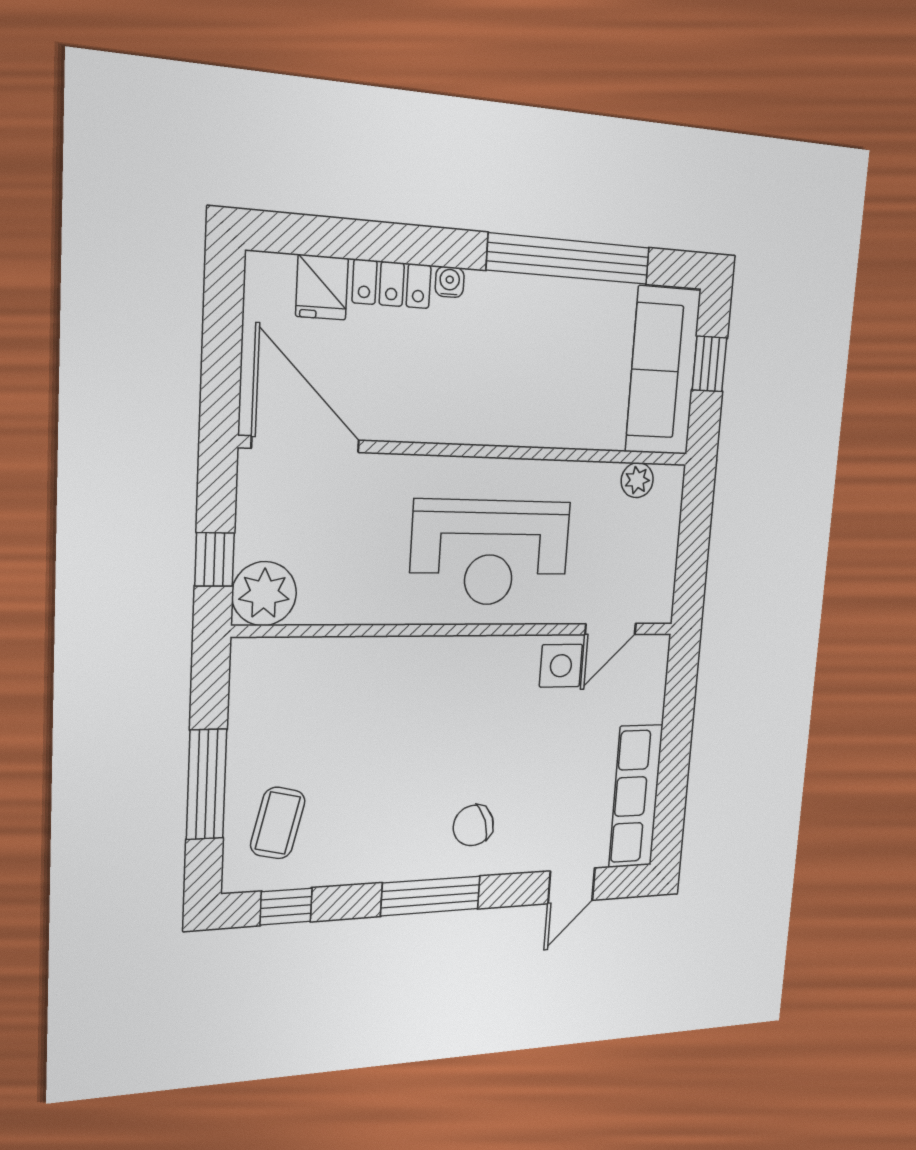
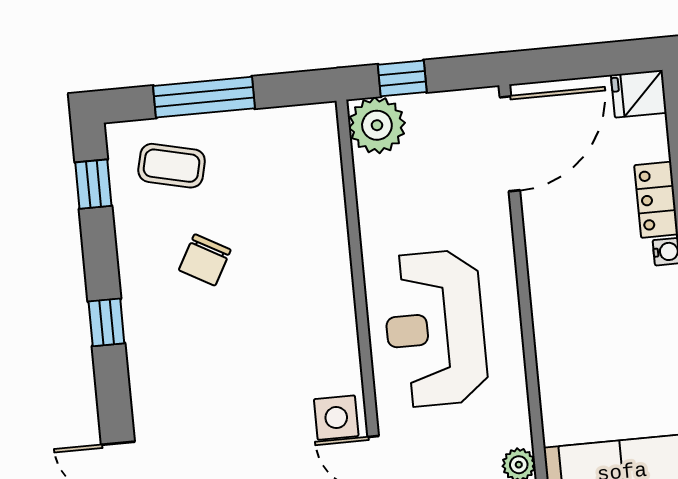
fridge: (322, 287) -> (639, 94), moved
chair: (473, 825) -> (205, 260), moved, turned -132
window: (431, 896) -> (106, 322), width x0.46

